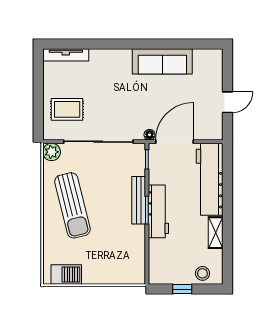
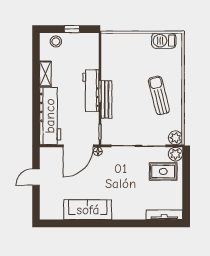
plant: (52, 131) -> (175, 154), added
sun lounger: (72, 205) -> (159, 95), width x0.73, depth x0.75

